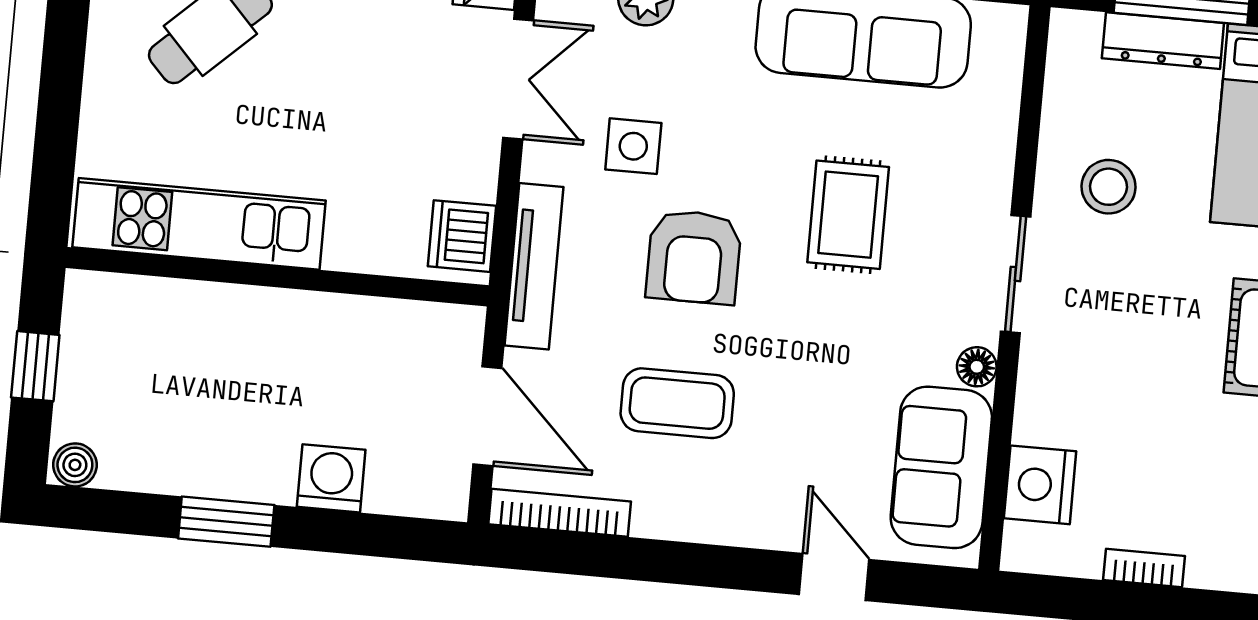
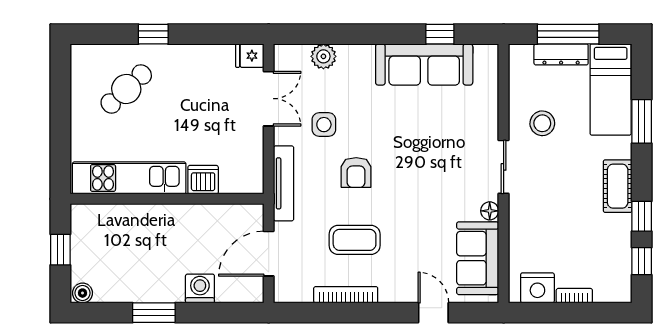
rug: (848, 215) -> (425, 147), removed
dishwasher: (462, 236) -> (203, 180), moved, turned 90
armchair: (694, 257) -> (356, 173), width x0.72, depth x0.72
door: (487, 416) -> (269, 254), swing flipped
nightstand: (1040, 485) -> (537, 288), moved, turned -90
bookcase: (560, 513) -> (346, 295), moved

